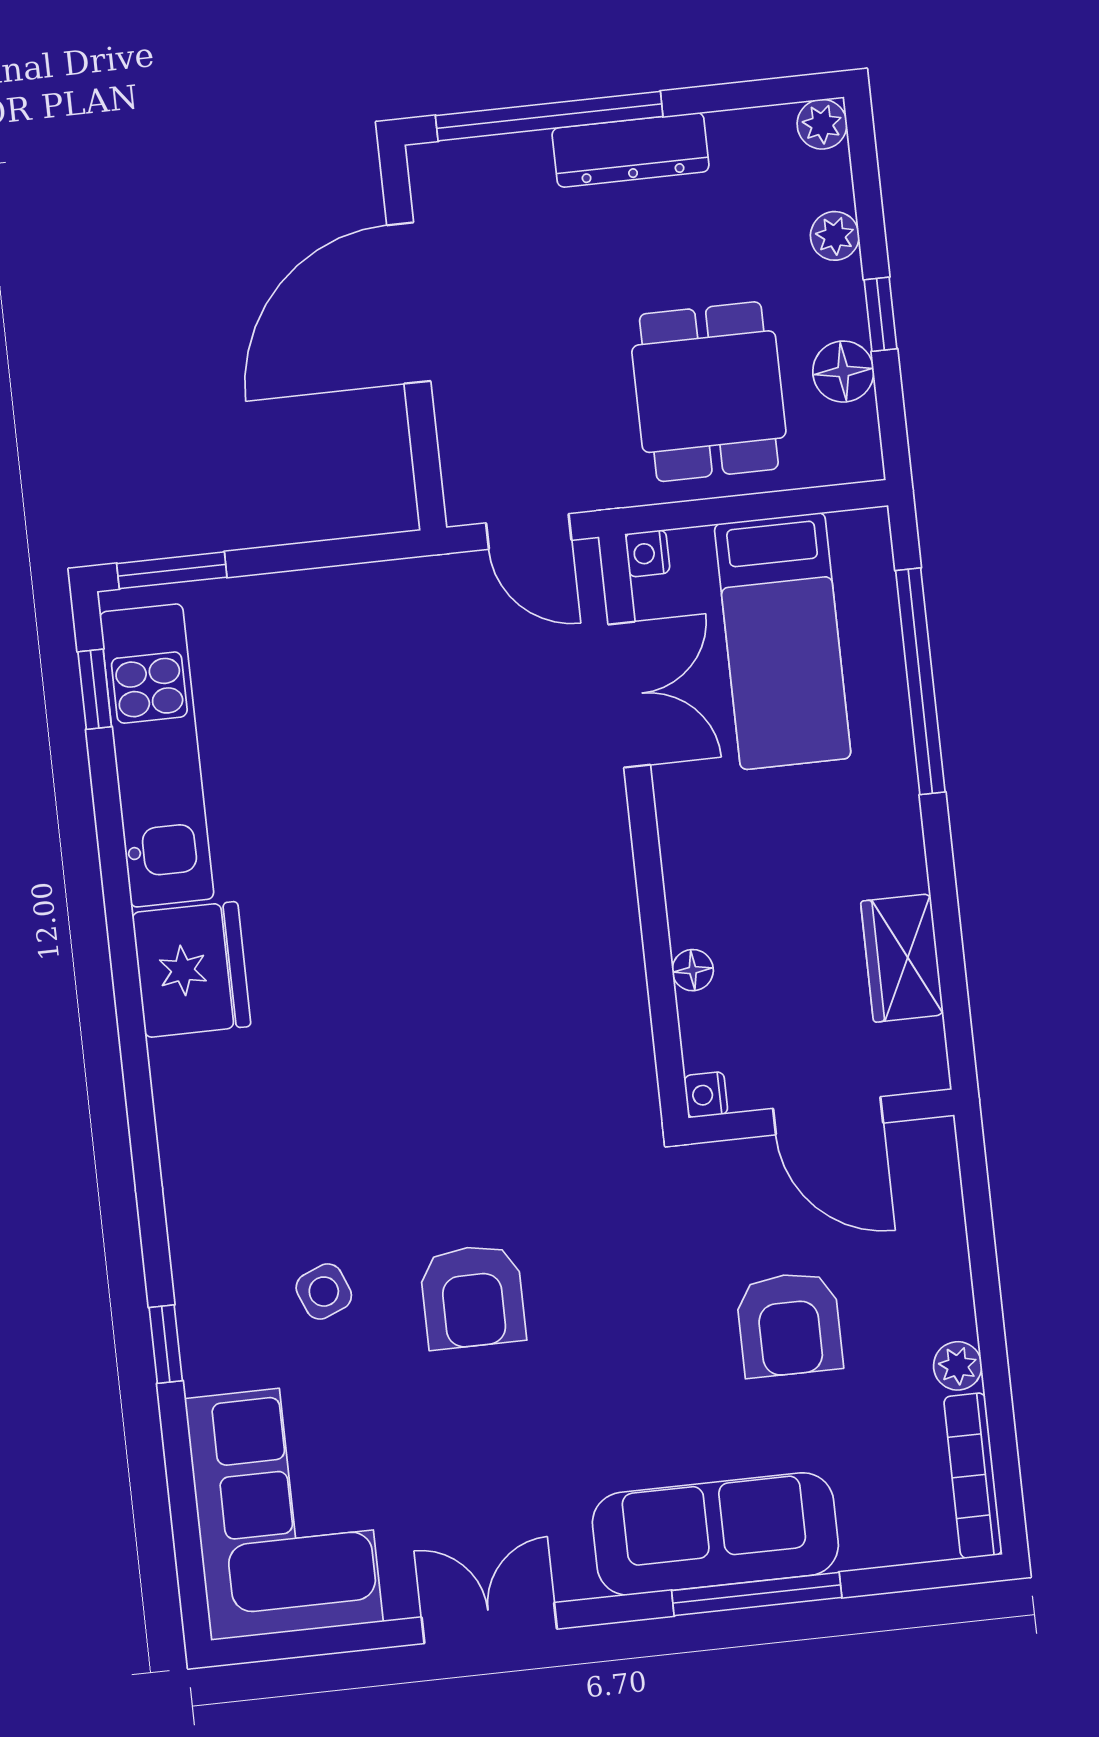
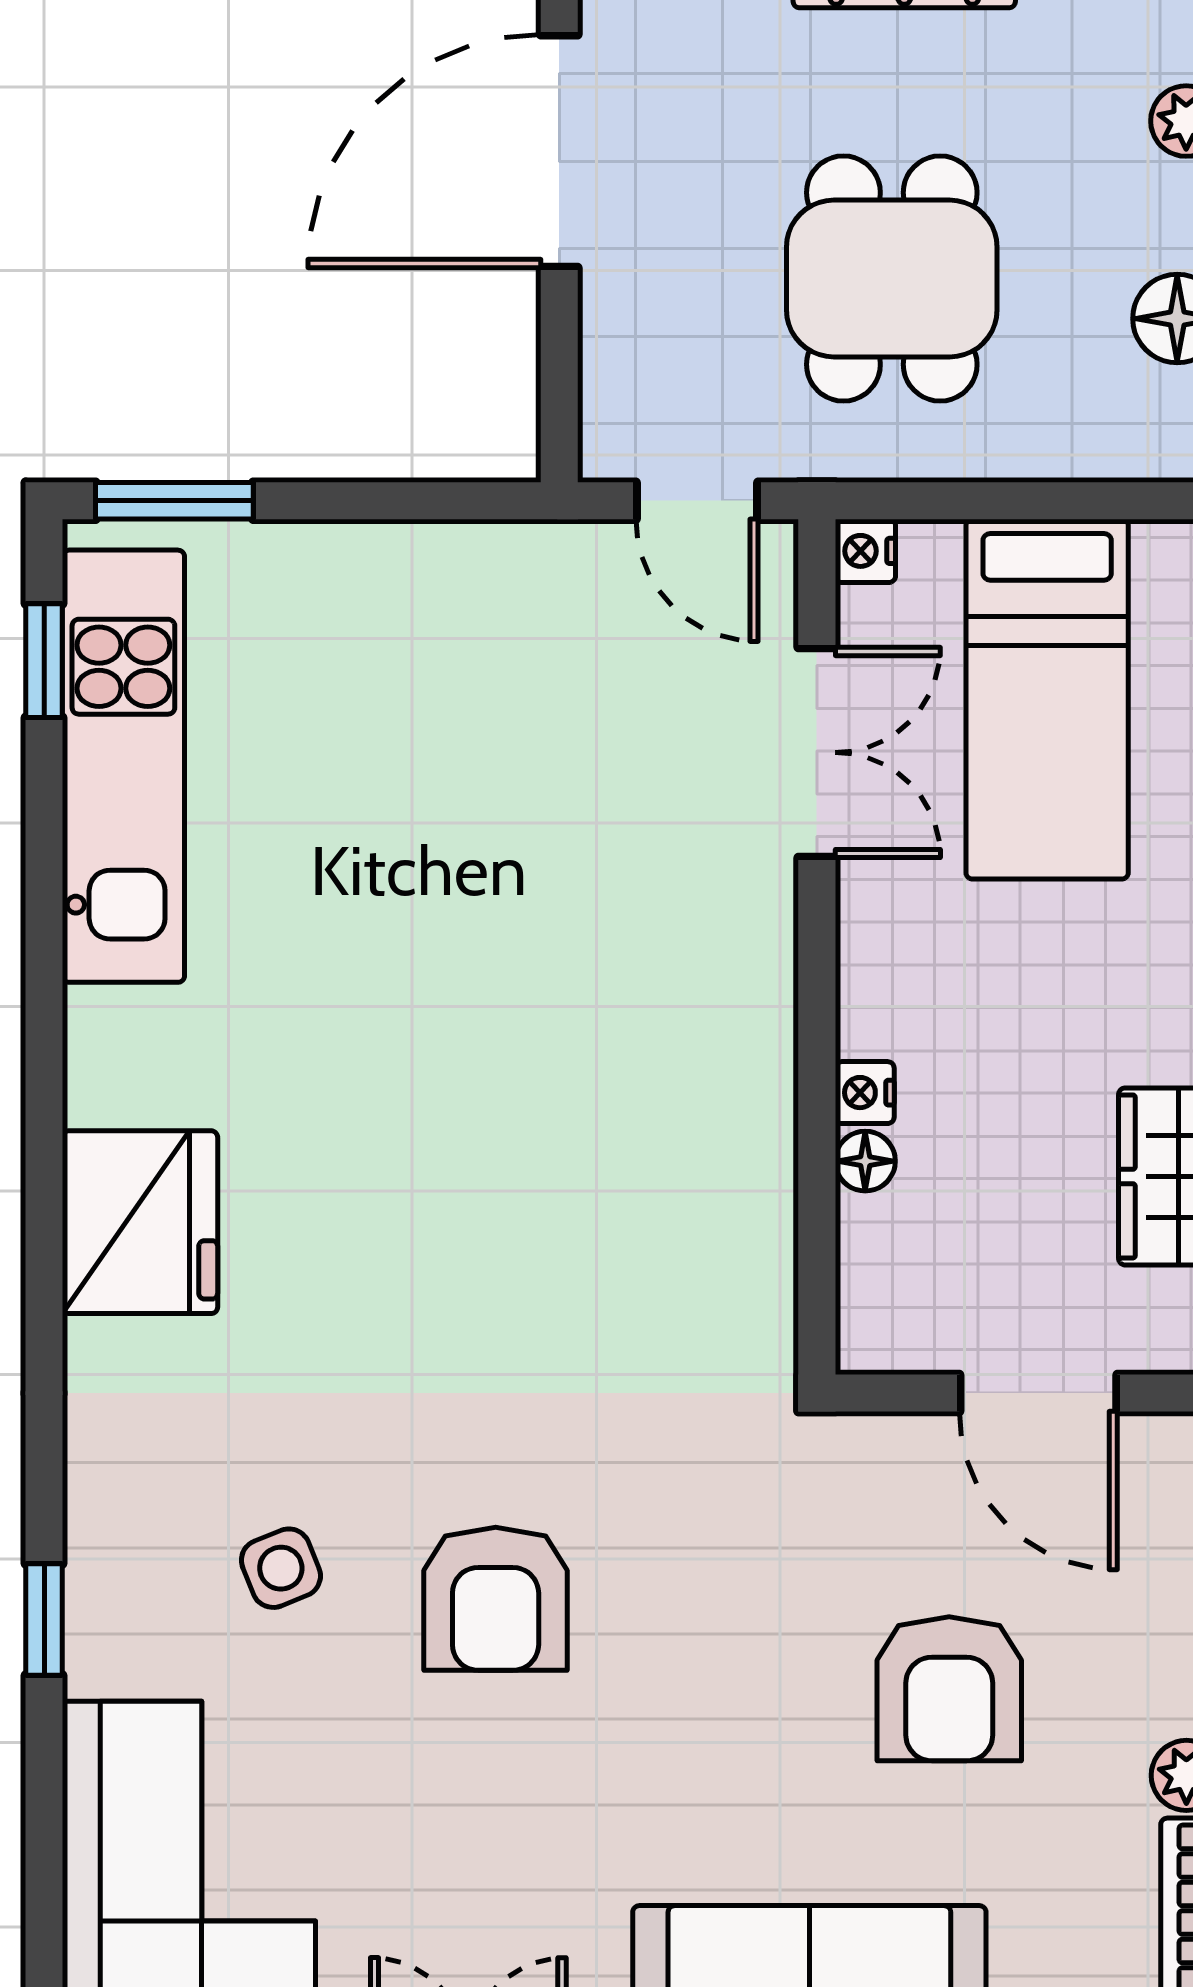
dining table: (709, 392) -> (892, 278), moved
fridge: (191, 970) -> (140, 1222), moved
nightstand: (706, 1095) -> (865, 1093), moved

